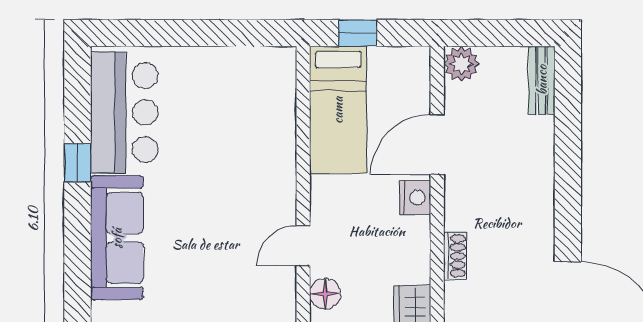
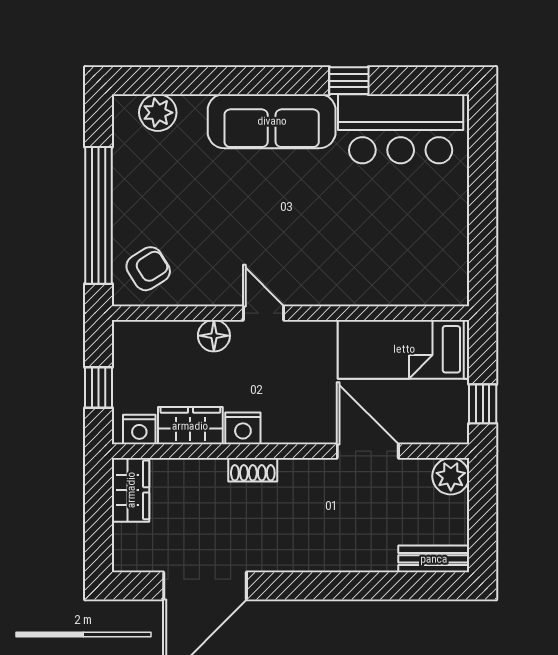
window: (358, 33) -> (483, 404), moved
nightstand: (415, 197) -> (243, 428), moved

